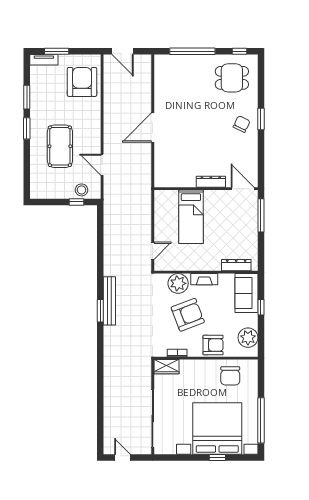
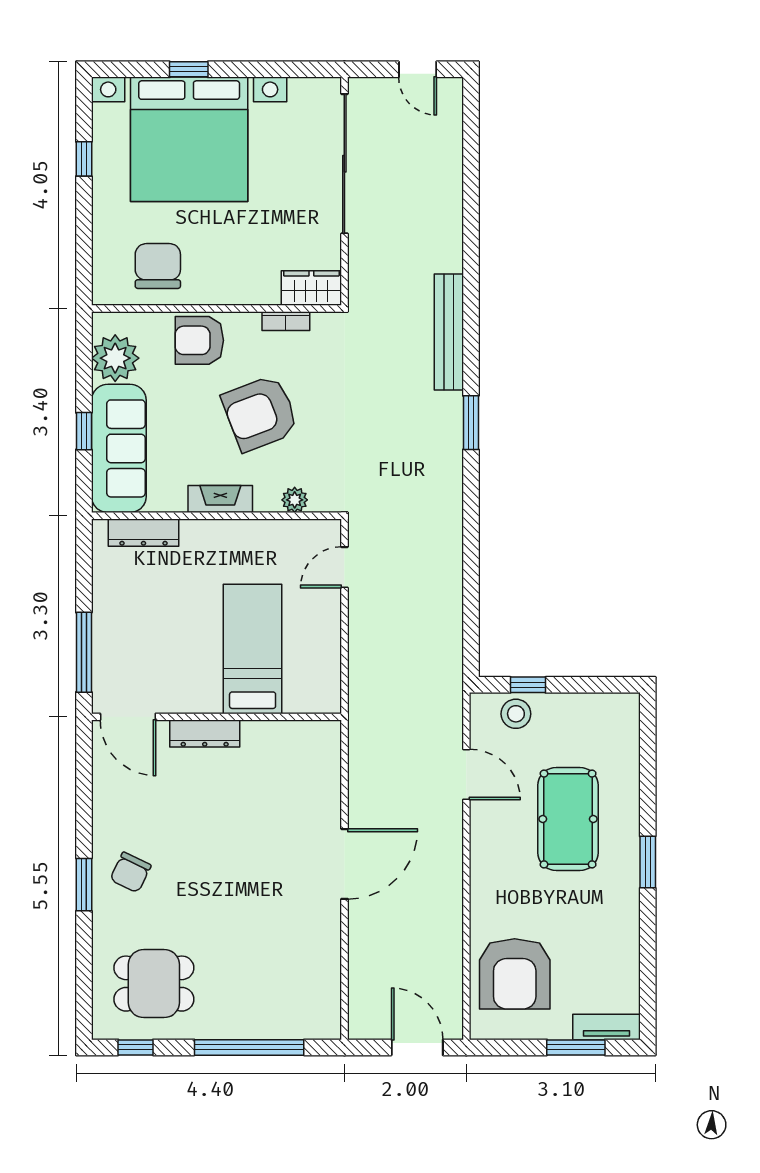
window: (27, 97) -> (648, 937), removed
plant: (178, 283) -> (295, 500), width x0.53, depth x0.53
sofa: (246, 293) -> (119, 448), width x1.36
bench: (109, 301) -> (449, 332), moved
window: (261, 420) -> (84, 159), width x0.32

